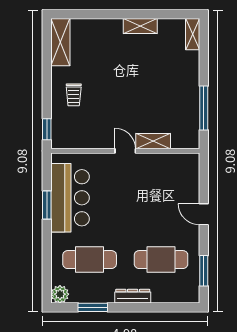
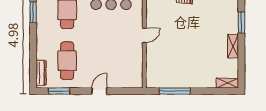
window: (107, 14) -> (241, 22), added
shelving: (153, 141) -> (151, 55), removed
dresser: (133, 296) -> (41, 73), moved

